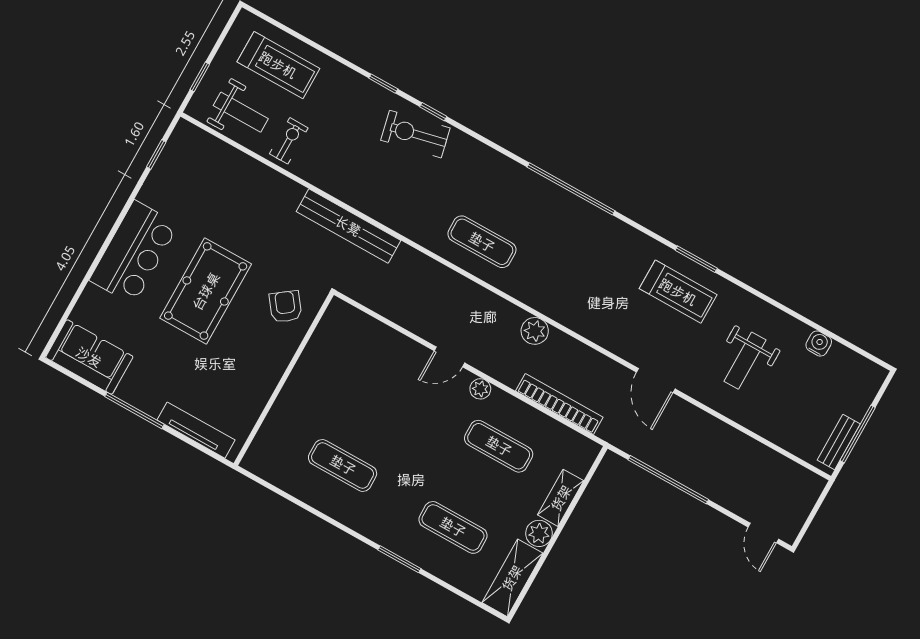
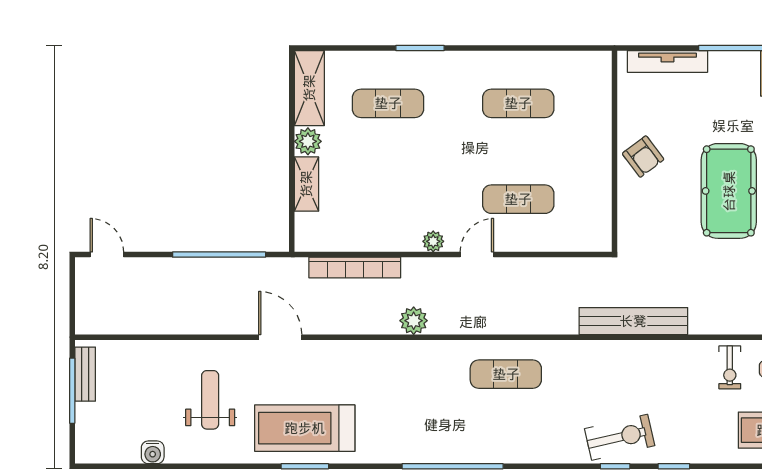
treadmill: (678, 292) -> (305, 428), width x1.37, depth x1.38
armchair: (285, 307) -> (643, 157), moved
exercise mat: (499, 446) -> (518, 199), moved

